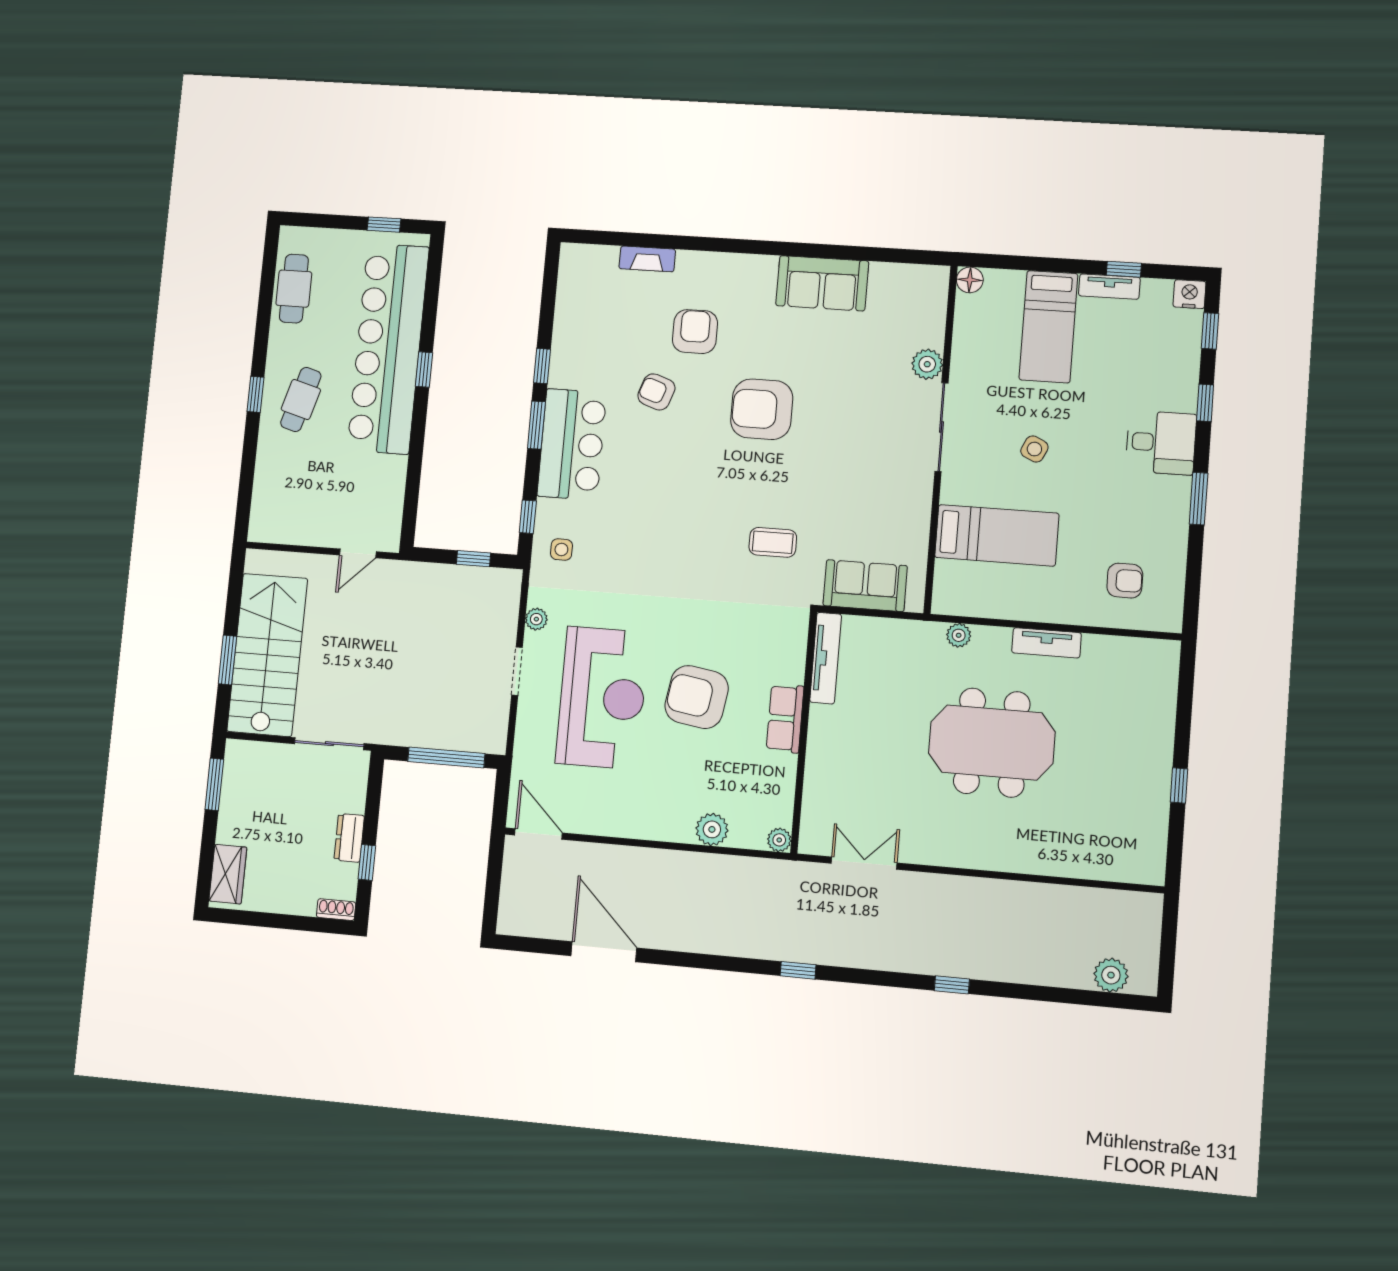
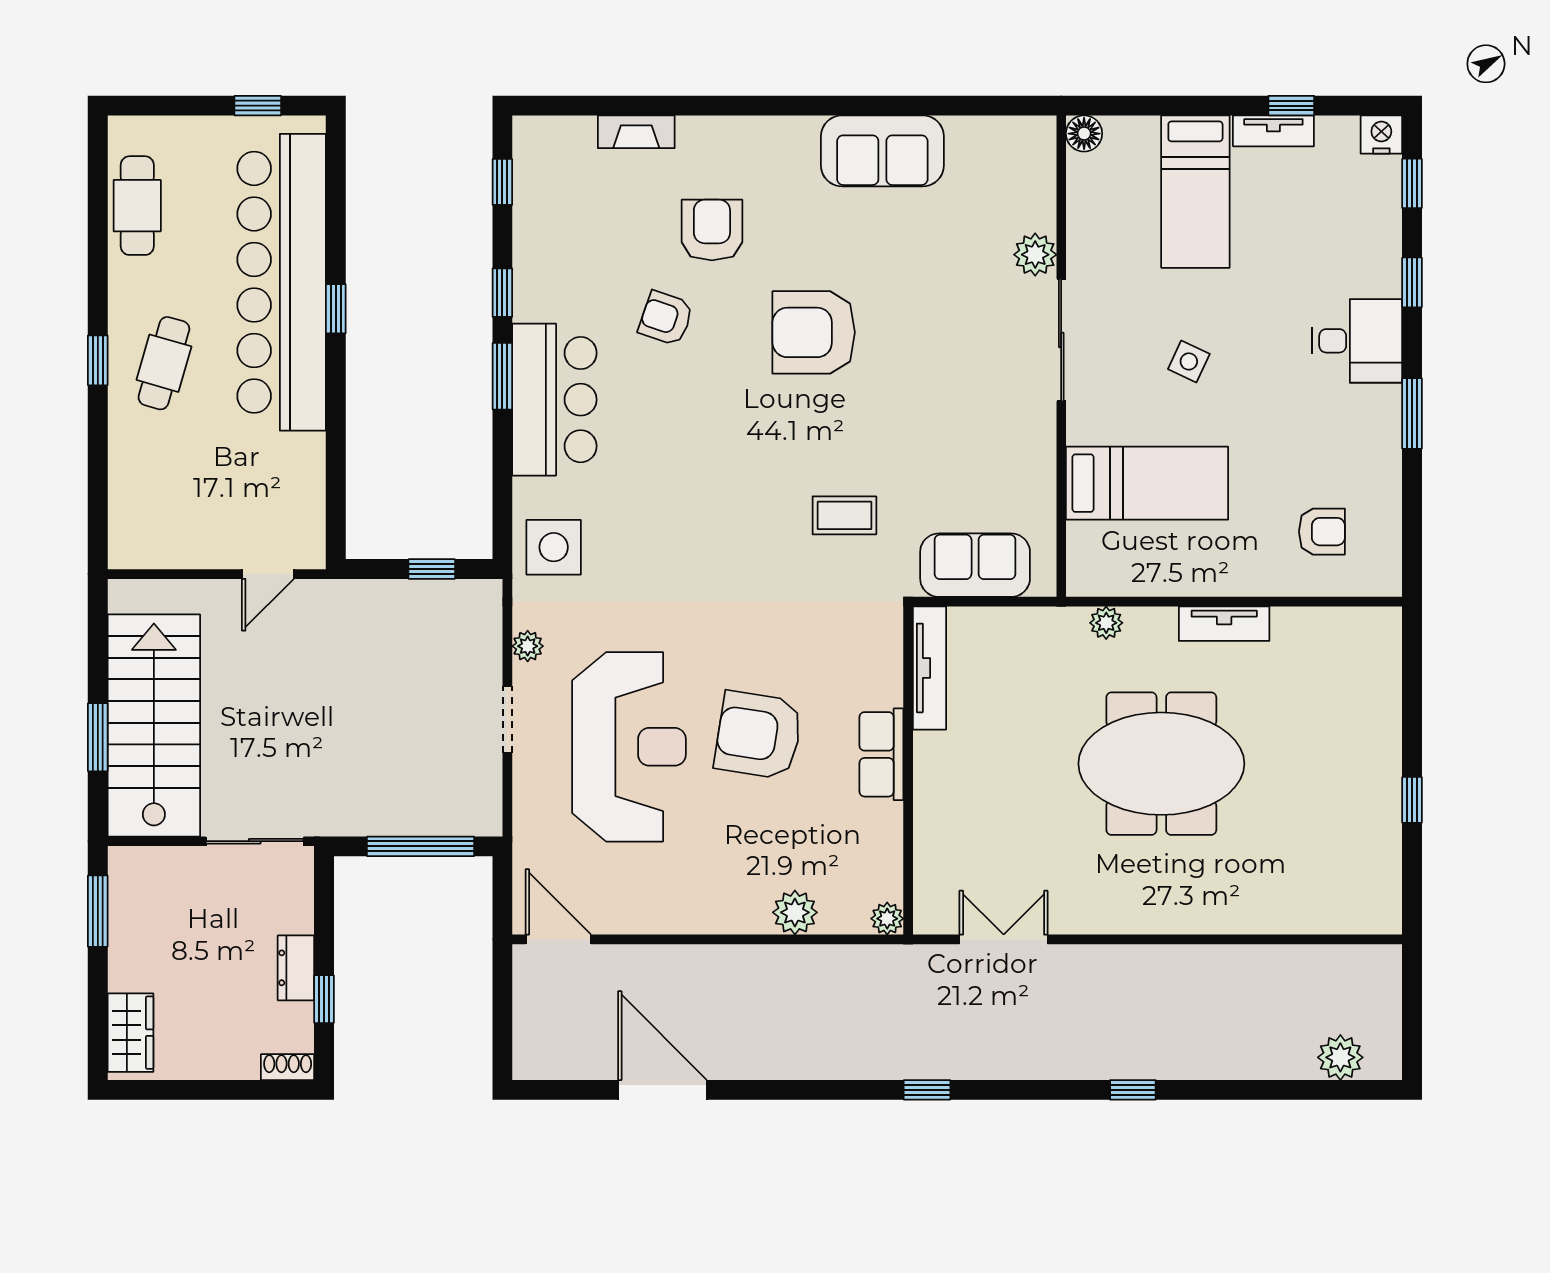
window: (528, 517) -> (502, 182), moved
side table: (561, 550) -> (554, 547), width x1.87, depth x1.87

